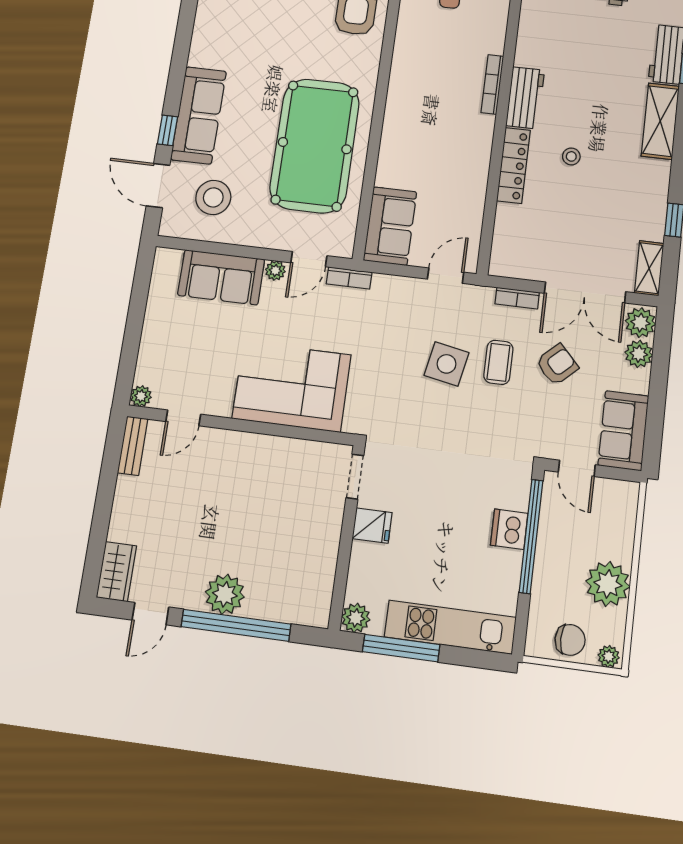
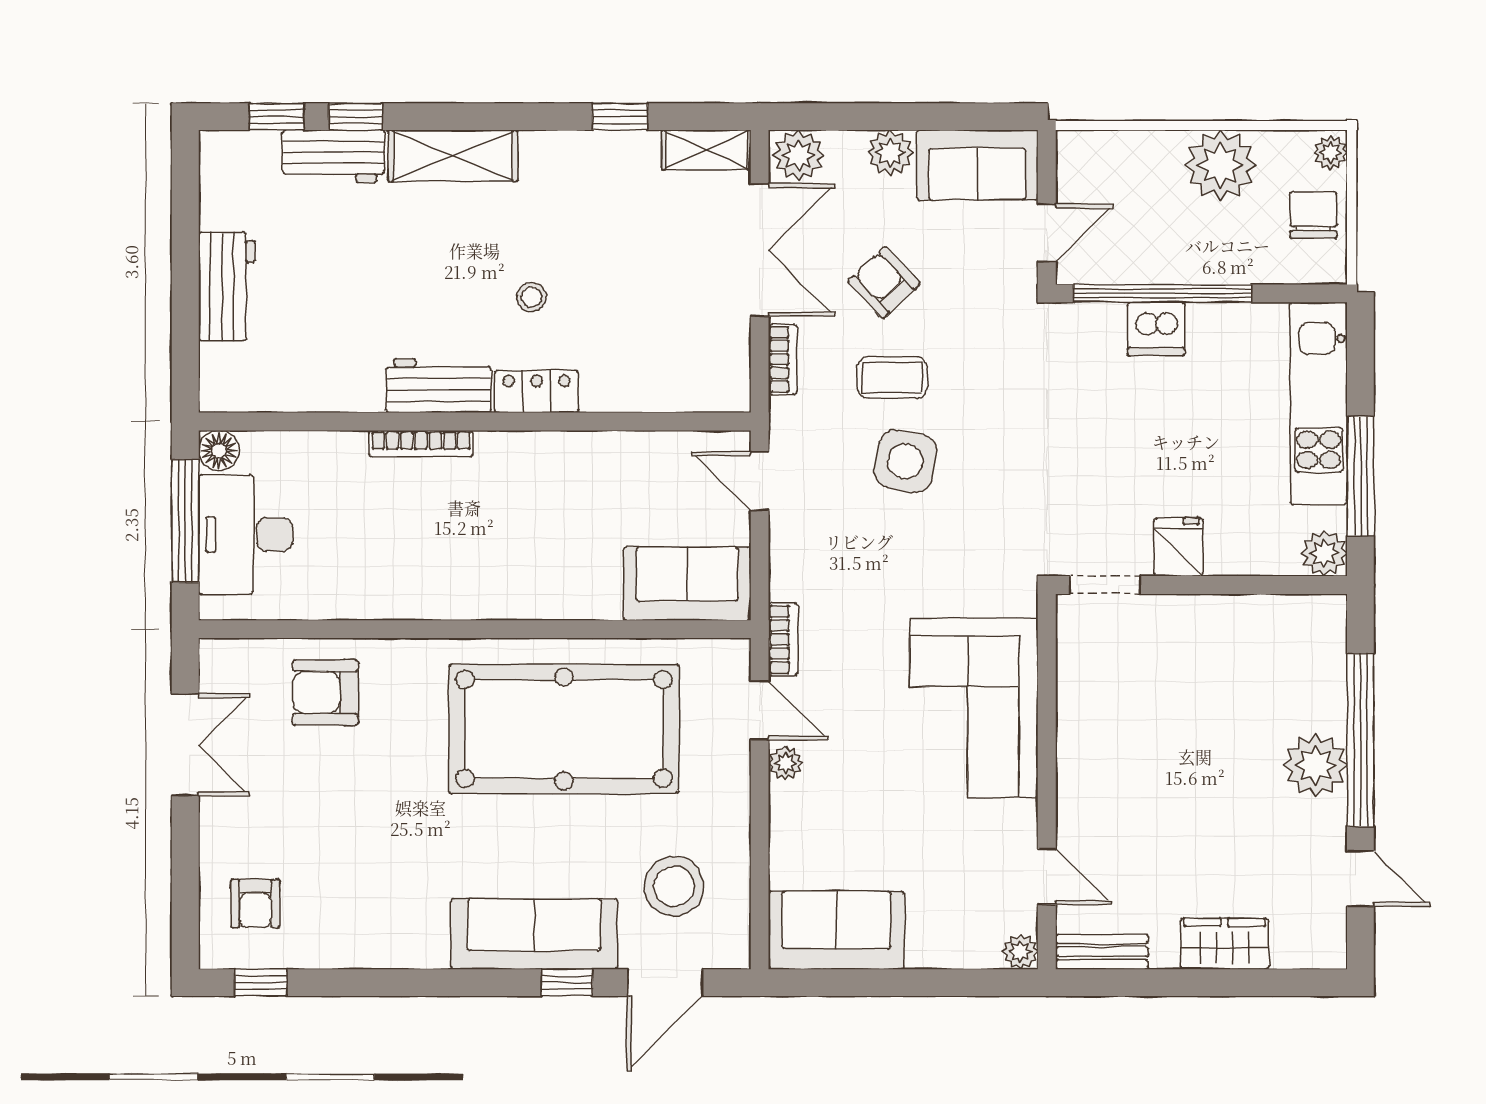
locker: (513, 165) -> (537, 391), width x0.66
sofa: (221, 277) -> (836, 930), moved, turned -90
plant: (639, 354) -> (890, 153), moved
wardrobe: (116, 572) -> (1224, 944), moved

